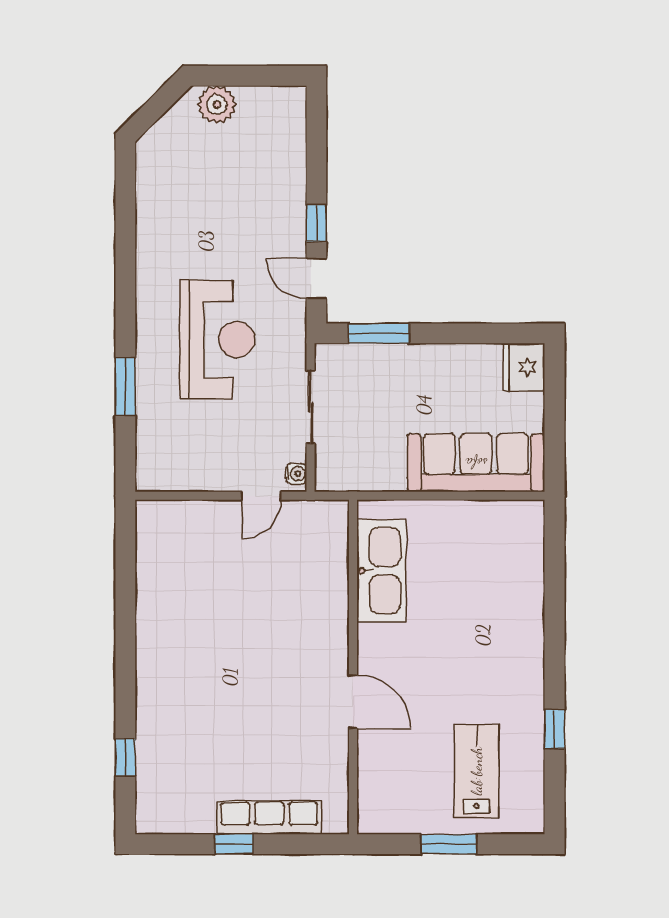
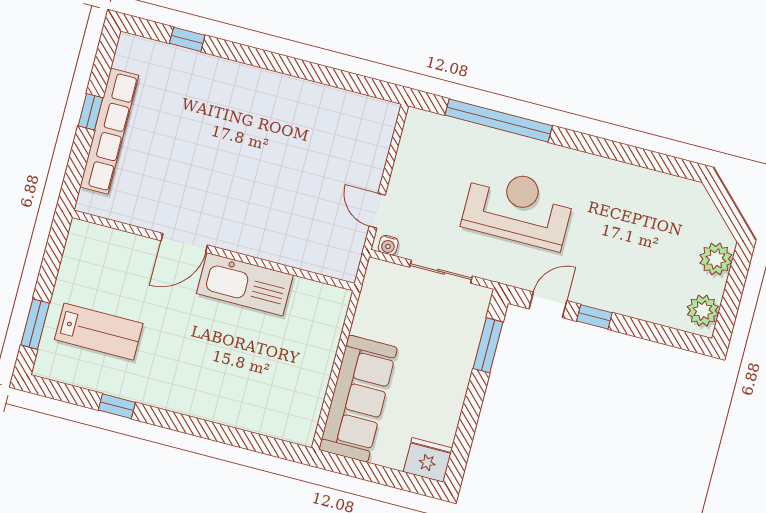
plant: (278, 104) -> (703, 311), added
reception desk: (217, 340) -> (518, 208), turned 180
window: (125, 387) -> (499, 120), width x2.11
kitchen sink: (381, 571) -> (245, 284), moved
row of seats: (269, 817) -> (109, 131), width x1.36
window: (449, 844) -> (35, 324), moved

